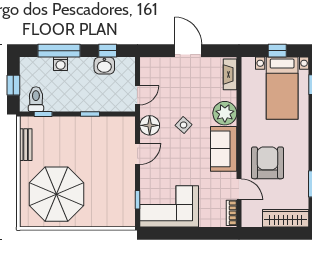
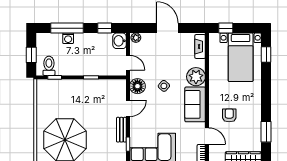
window: (277, 51) -> (226, 28), moved
plant: (148, 63) -> (136, 38), added
washbasin: (104, 66) -> (120, 41), moved, turned 90
door: (137, 95) -> (128, 63), hinge flipped
bench: (26, 145) -> (121, 130), moved
armchair: (268, 163) -> (229, 115), width x0.53, depth x0.53

